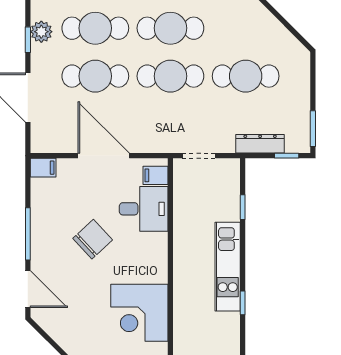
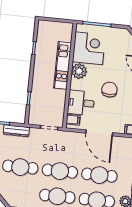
chair: (93, 239) -> (109, 90), turned 133
kitchen unit: (228, 267) -> (63, 65), moved, turned 180
plant: (153, 268) -> (79, 71), added

